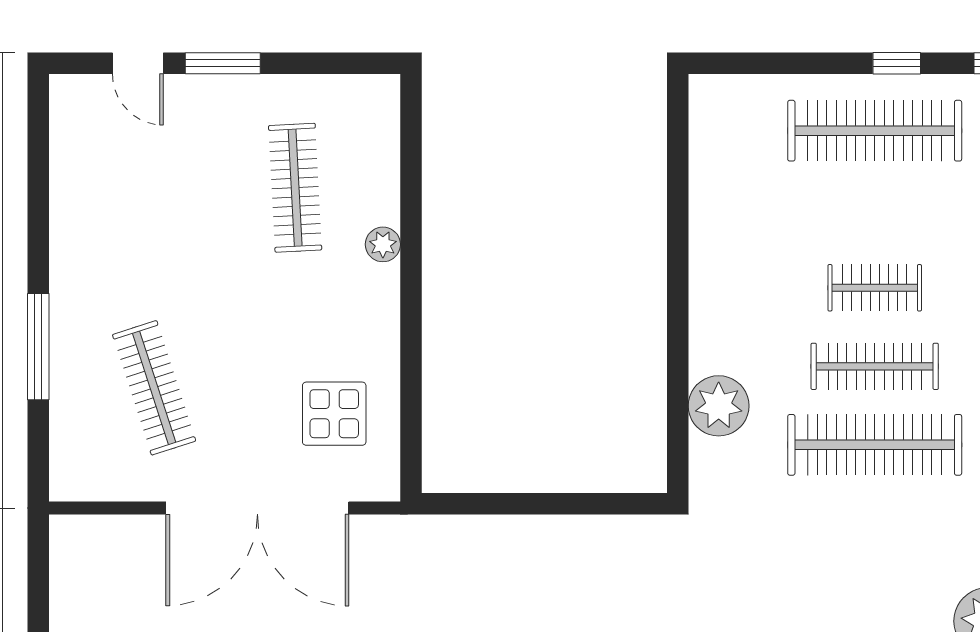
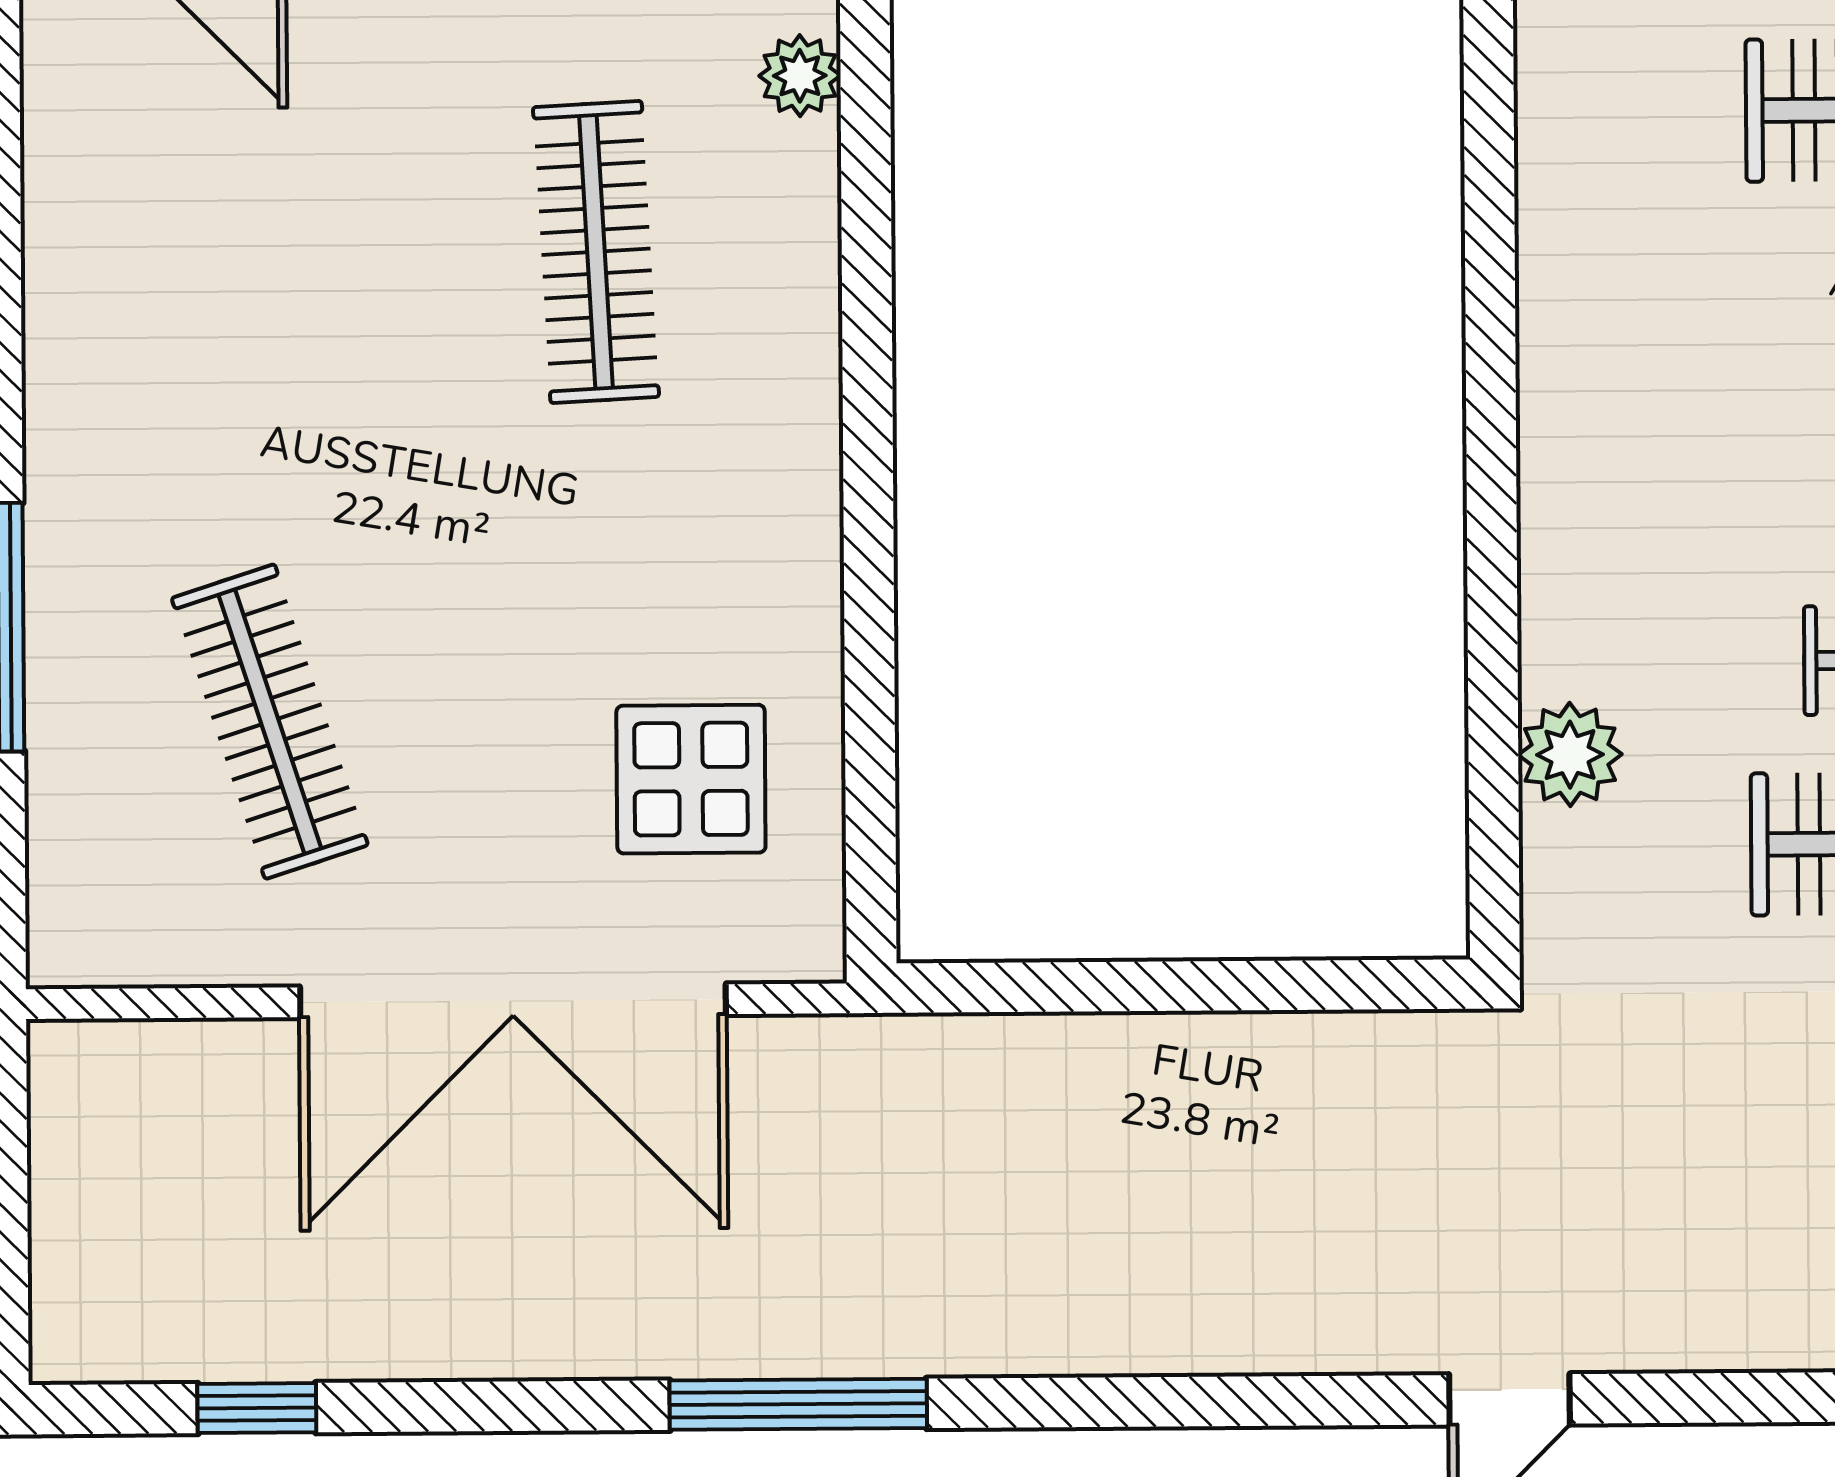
plant: (383, 244) -> (800, 76), moved
plant: (719, 406) -> (1570, 755), width x0.73, depth x0.73

